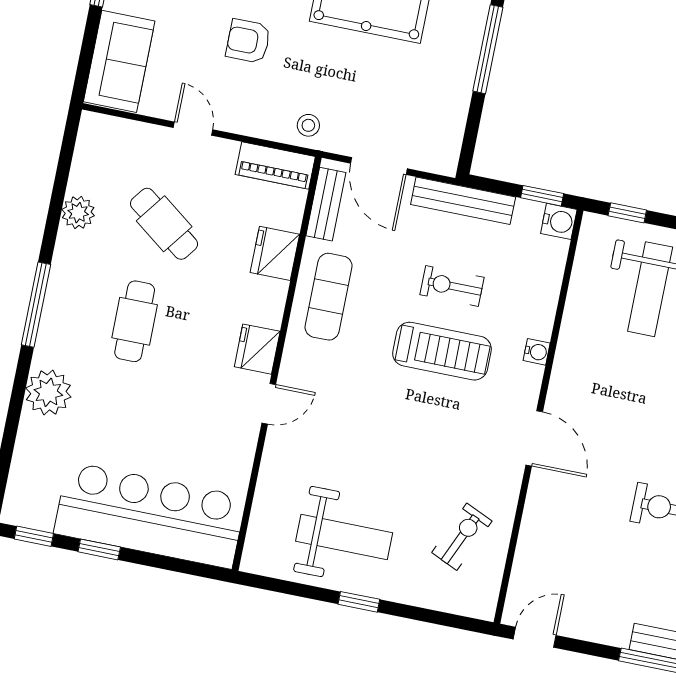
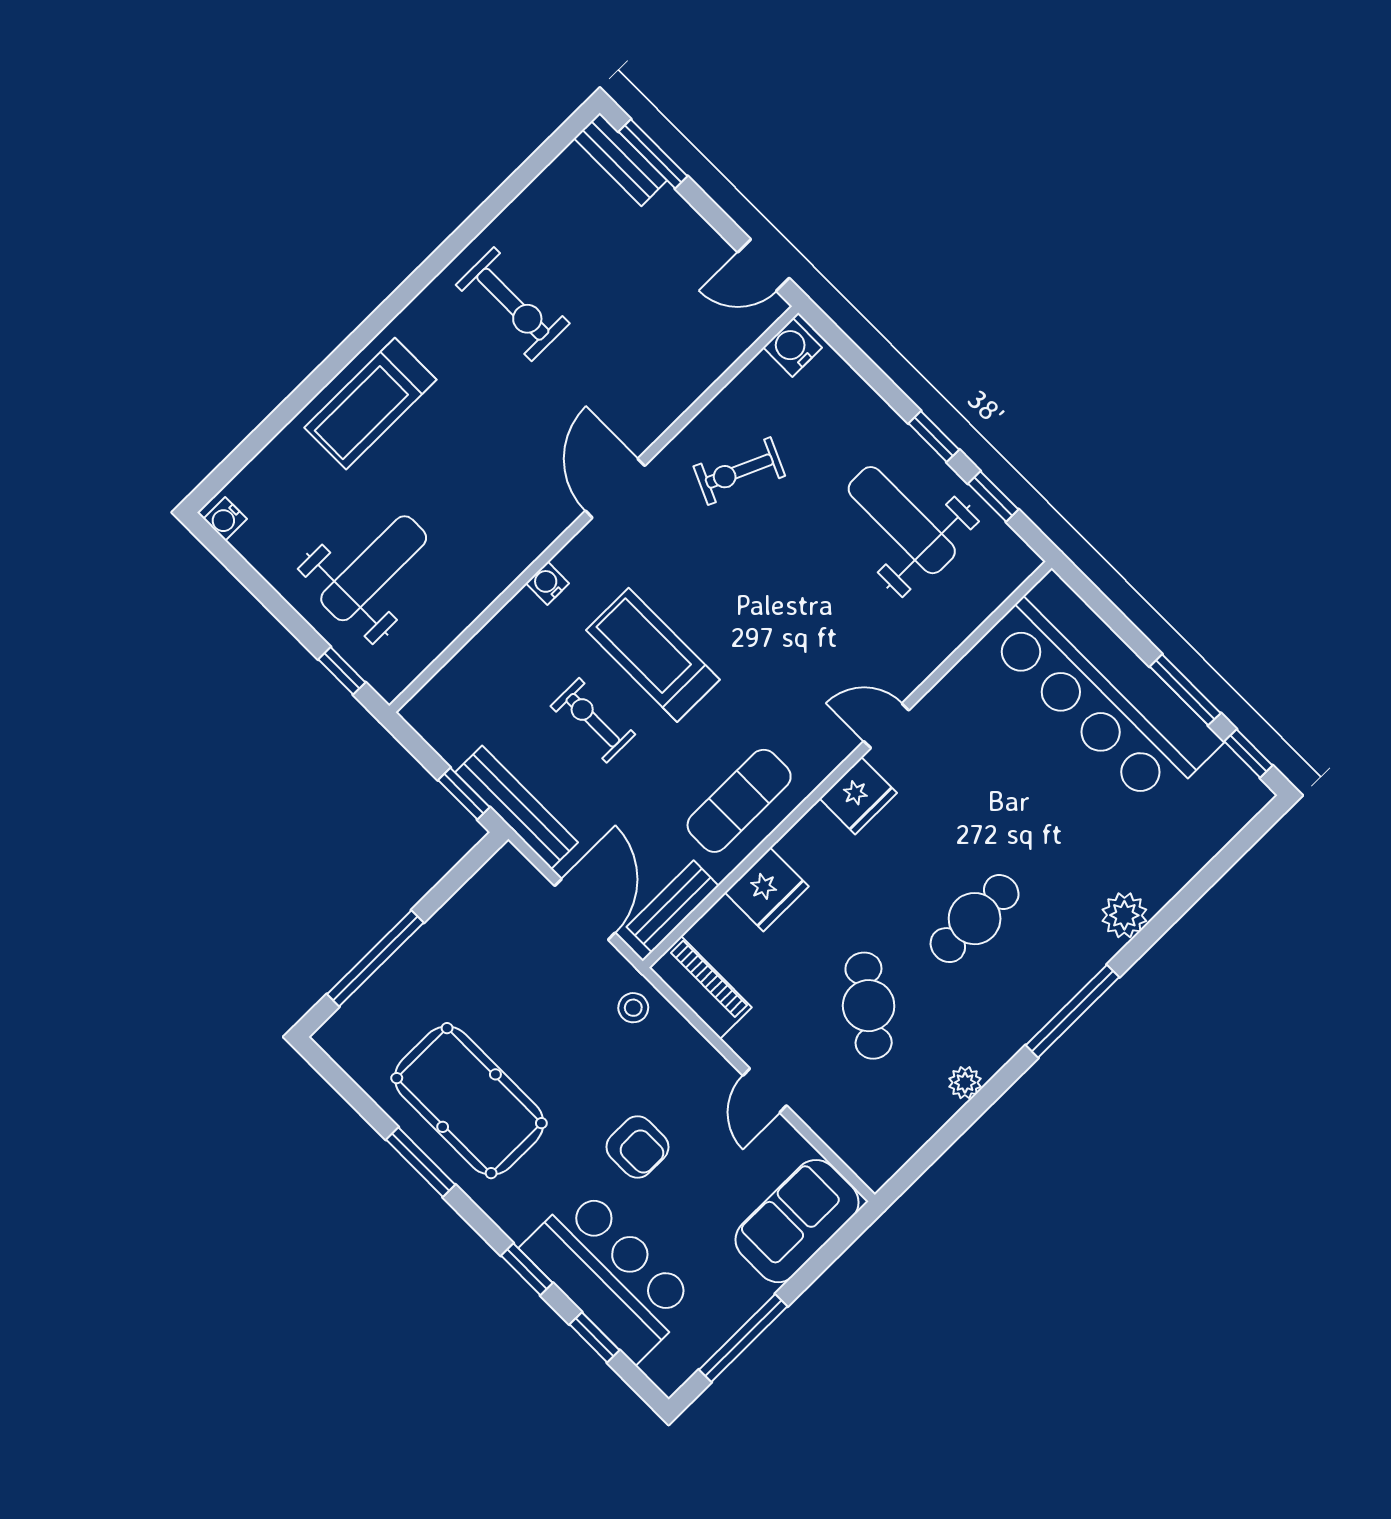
window: (542, 196) -> (464, 794), moved
plant: (78, 213) -> (965, 1083), width x0.73, depth x0.73
water cooler: (559, 221) -> (793, 347), moved
exercise bike: (452, 286) -> (593, 720), turned 180
plant: (48, 392) -> (1124, 915), width x0.73, depth x0.73
exercise bike: (462, 537) -> (739, 471), moved
window: (99, 549) -> (1185, 690), width x1.50
window: (297, 589) -> (993, 496), added

